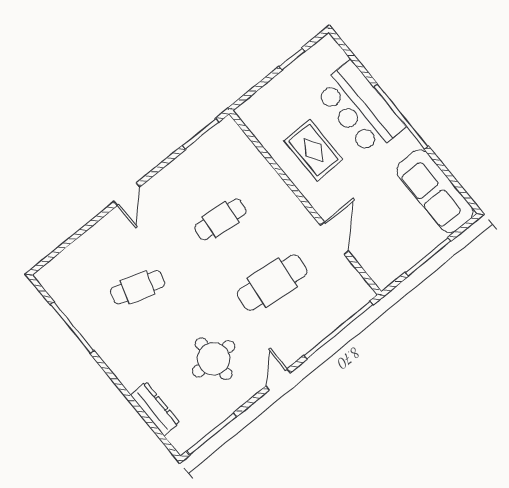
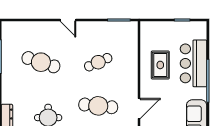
door: (127, 194) -> (68, 20), hinge flipped
cafe table: (220, 219) -> (98, 62), turned -30
cafe table: (138, 287) -> (41, 62), width x1.37, depth x1.35

